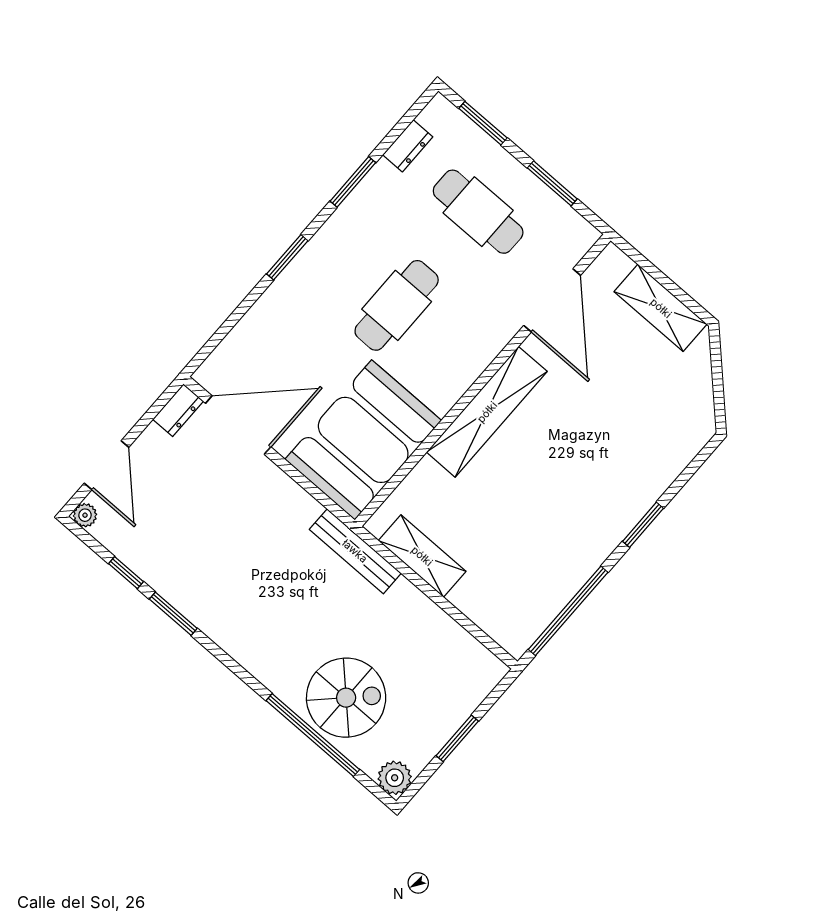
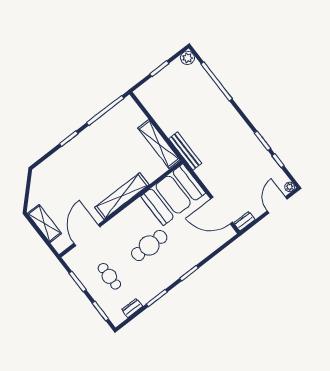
cafe table: (478, 212) -> (109, 276), width x0.73, depth x0.74
shelving: (422, 556) -> (159, 144), width x1.47
spiral stairs: (346, 698) -> (200, 94), removed

